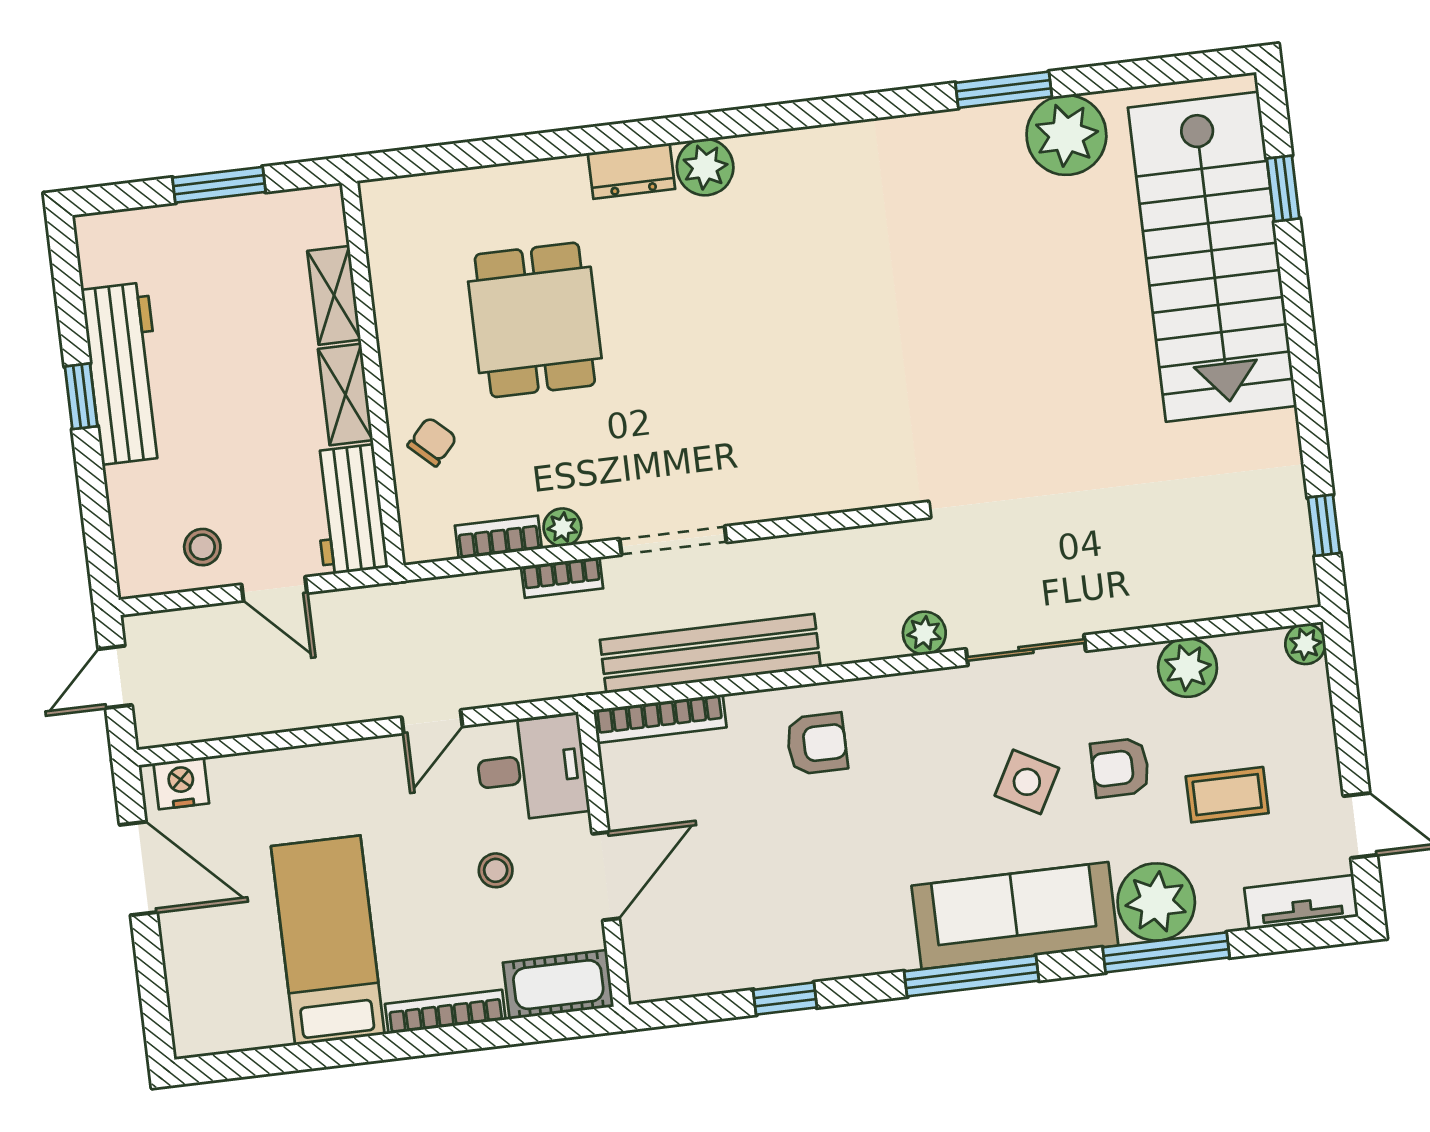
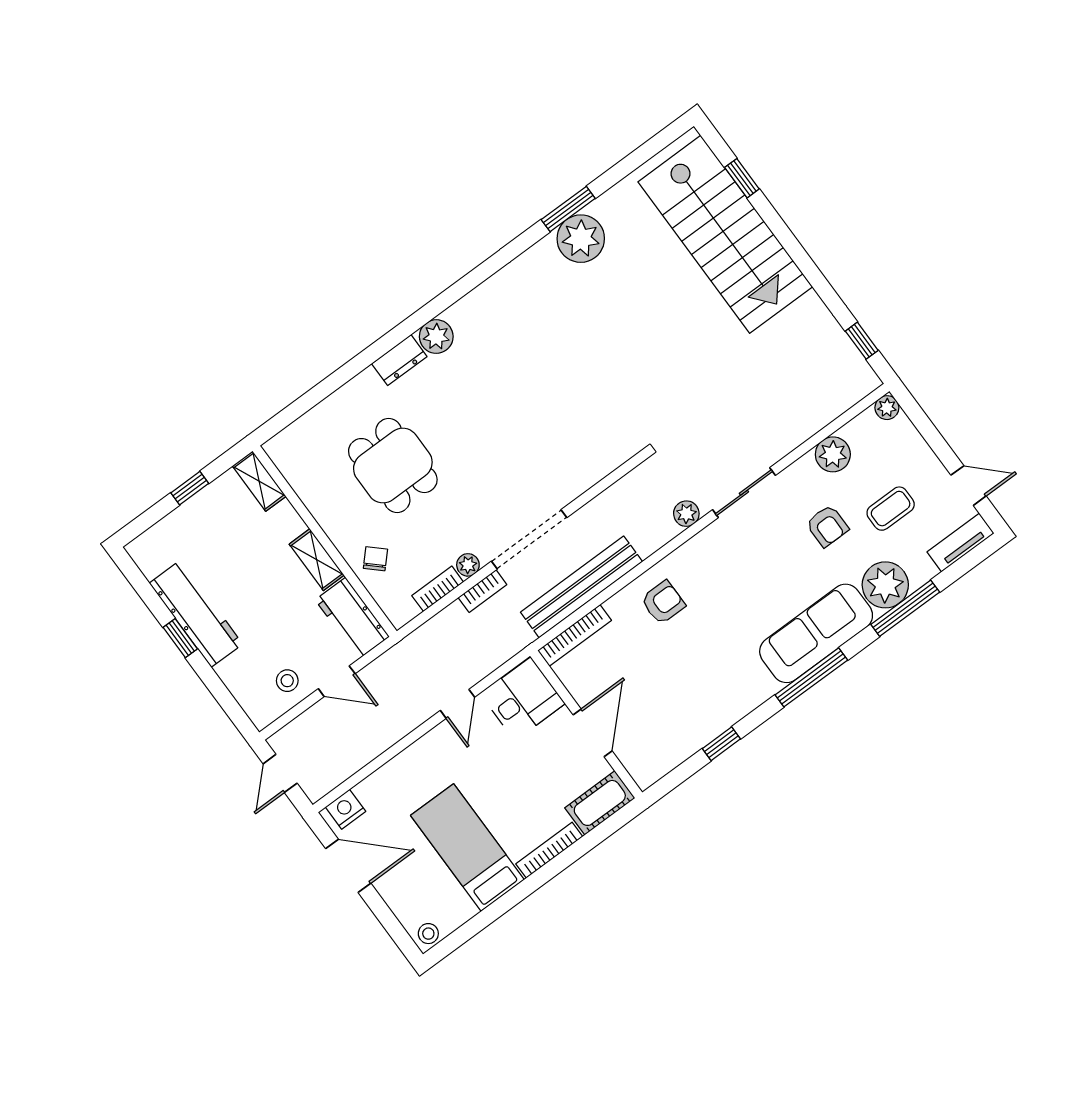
plant: (1066, 135) -> (581, 239), moved
window: (219, 185) -> (190, 488), width x0.67
shelving: (334, 295) -> (259, 481), moved
doorway: (673, 541) -> (529, 539), width x1.36
armchair: (1120, 768) -> (827, 526), turned -90
side table: (1027, 782) -> (783, 561), removed
stool: (496, 870) -> (428, 934), moved

